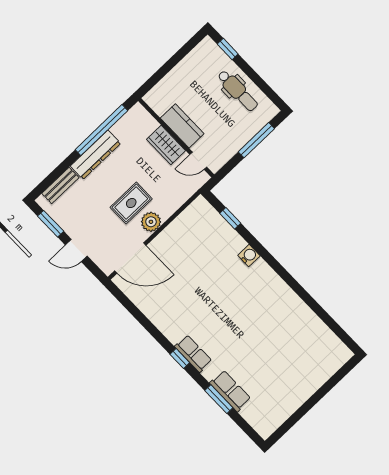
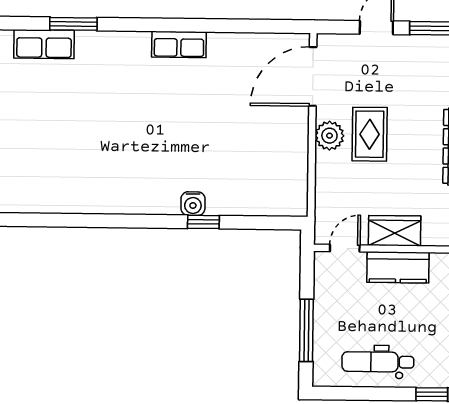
window: (230, 218) -> (203, 222), moved
row of seats: (193, 354) -> (179, 44), moved
window: (180, 358) -> (156, 25), removed
row of seats: (230, 391) -> (44, 44), moved

